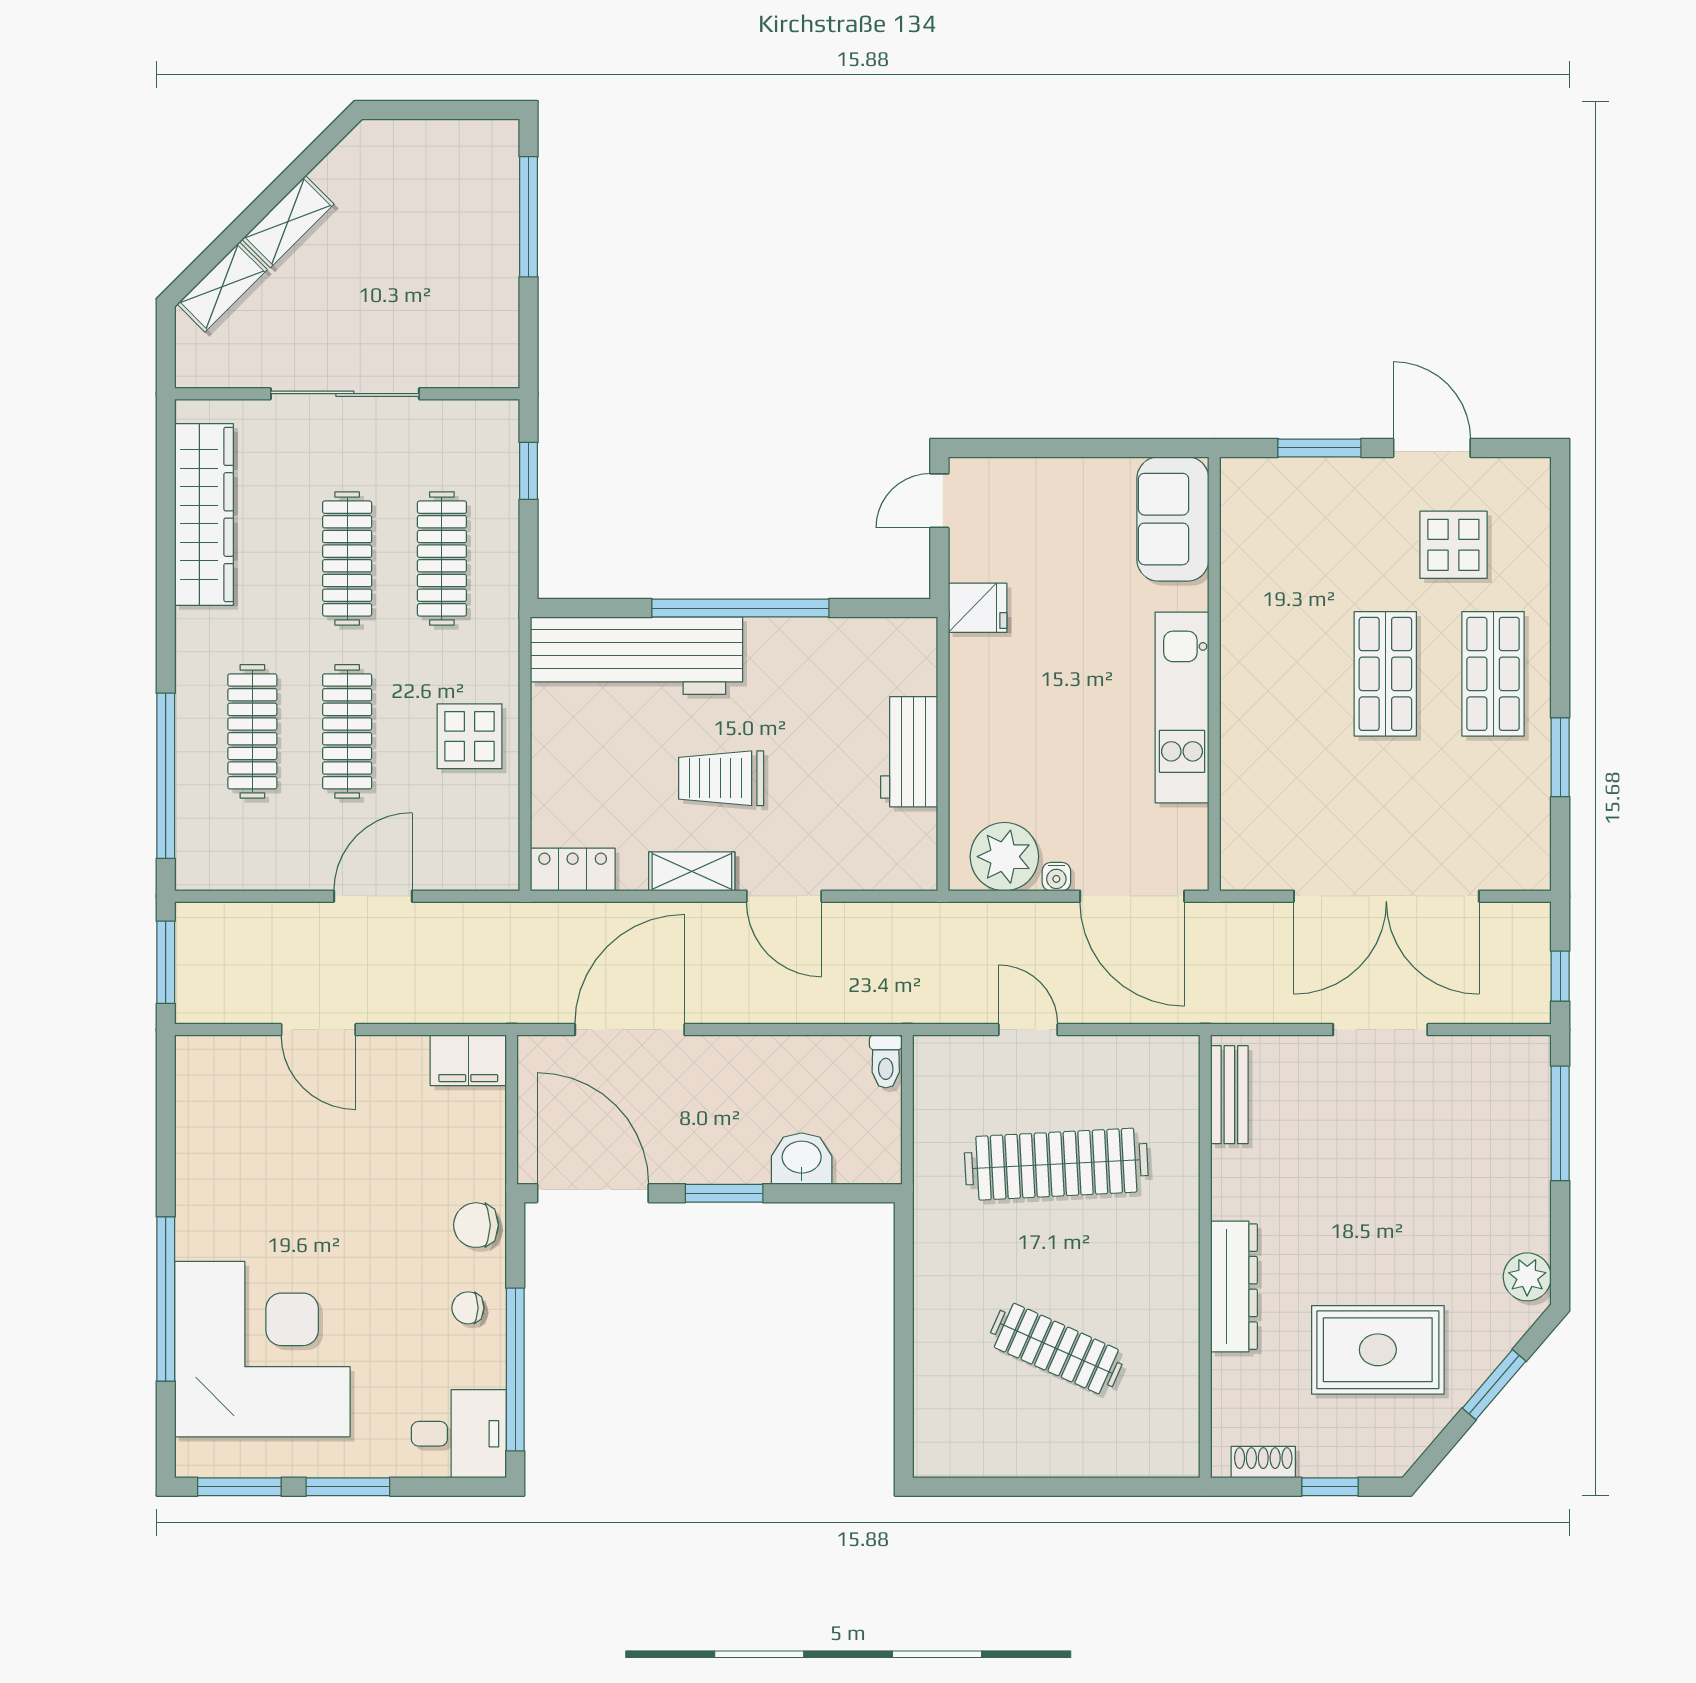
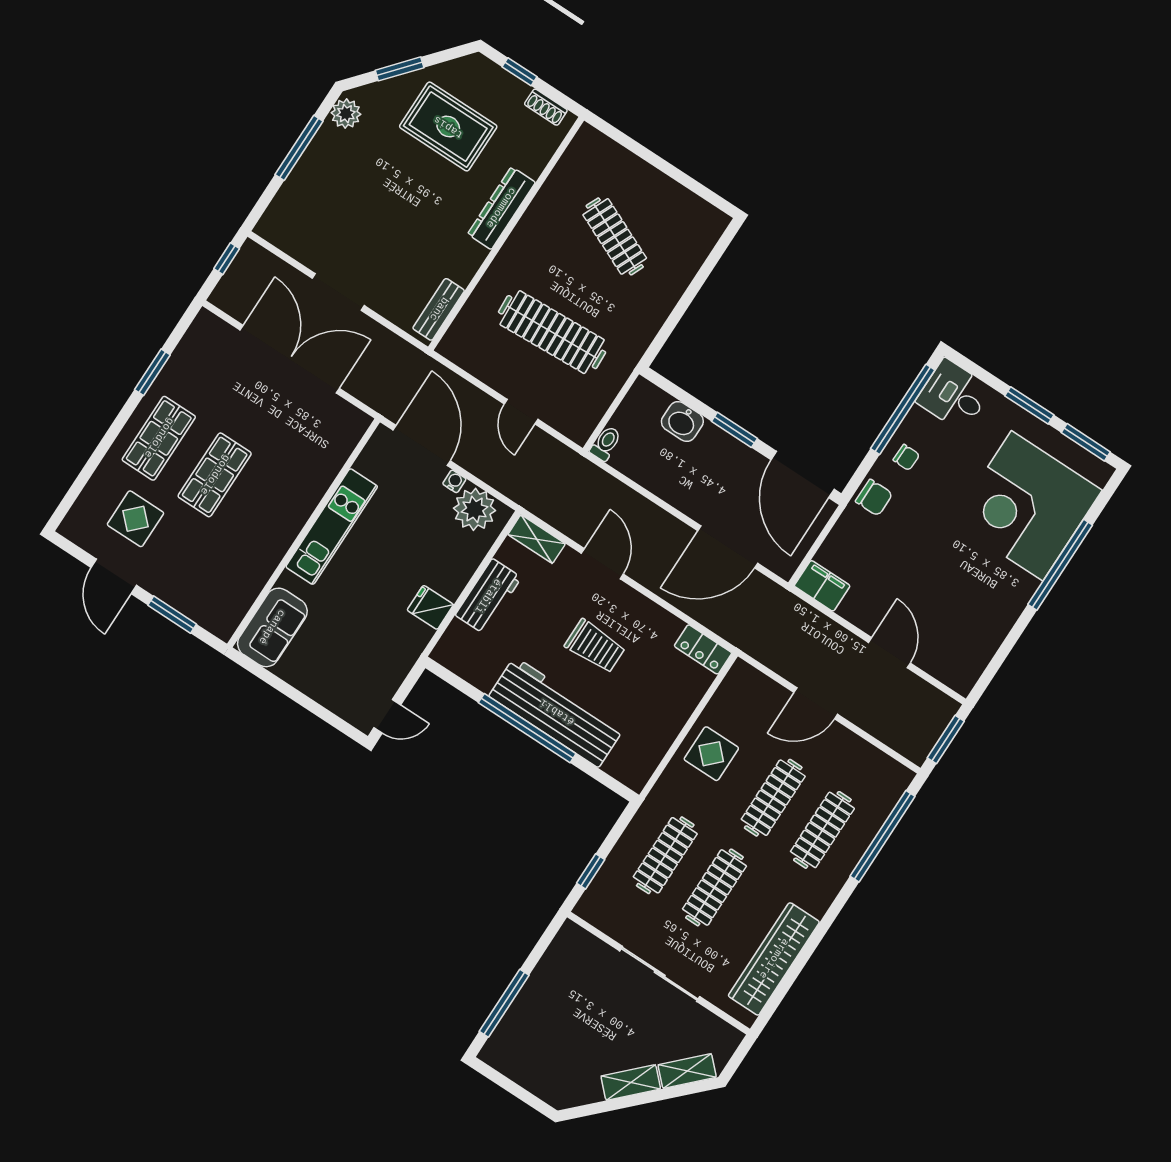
fridge: (978, 608) -> (430, 607), moved
workbench: (636, 656) -> (557, 712), moved
shelving: (692, 871) -> (537, 539), moved
window: (1560, 1123) -> (299, 148), moved

